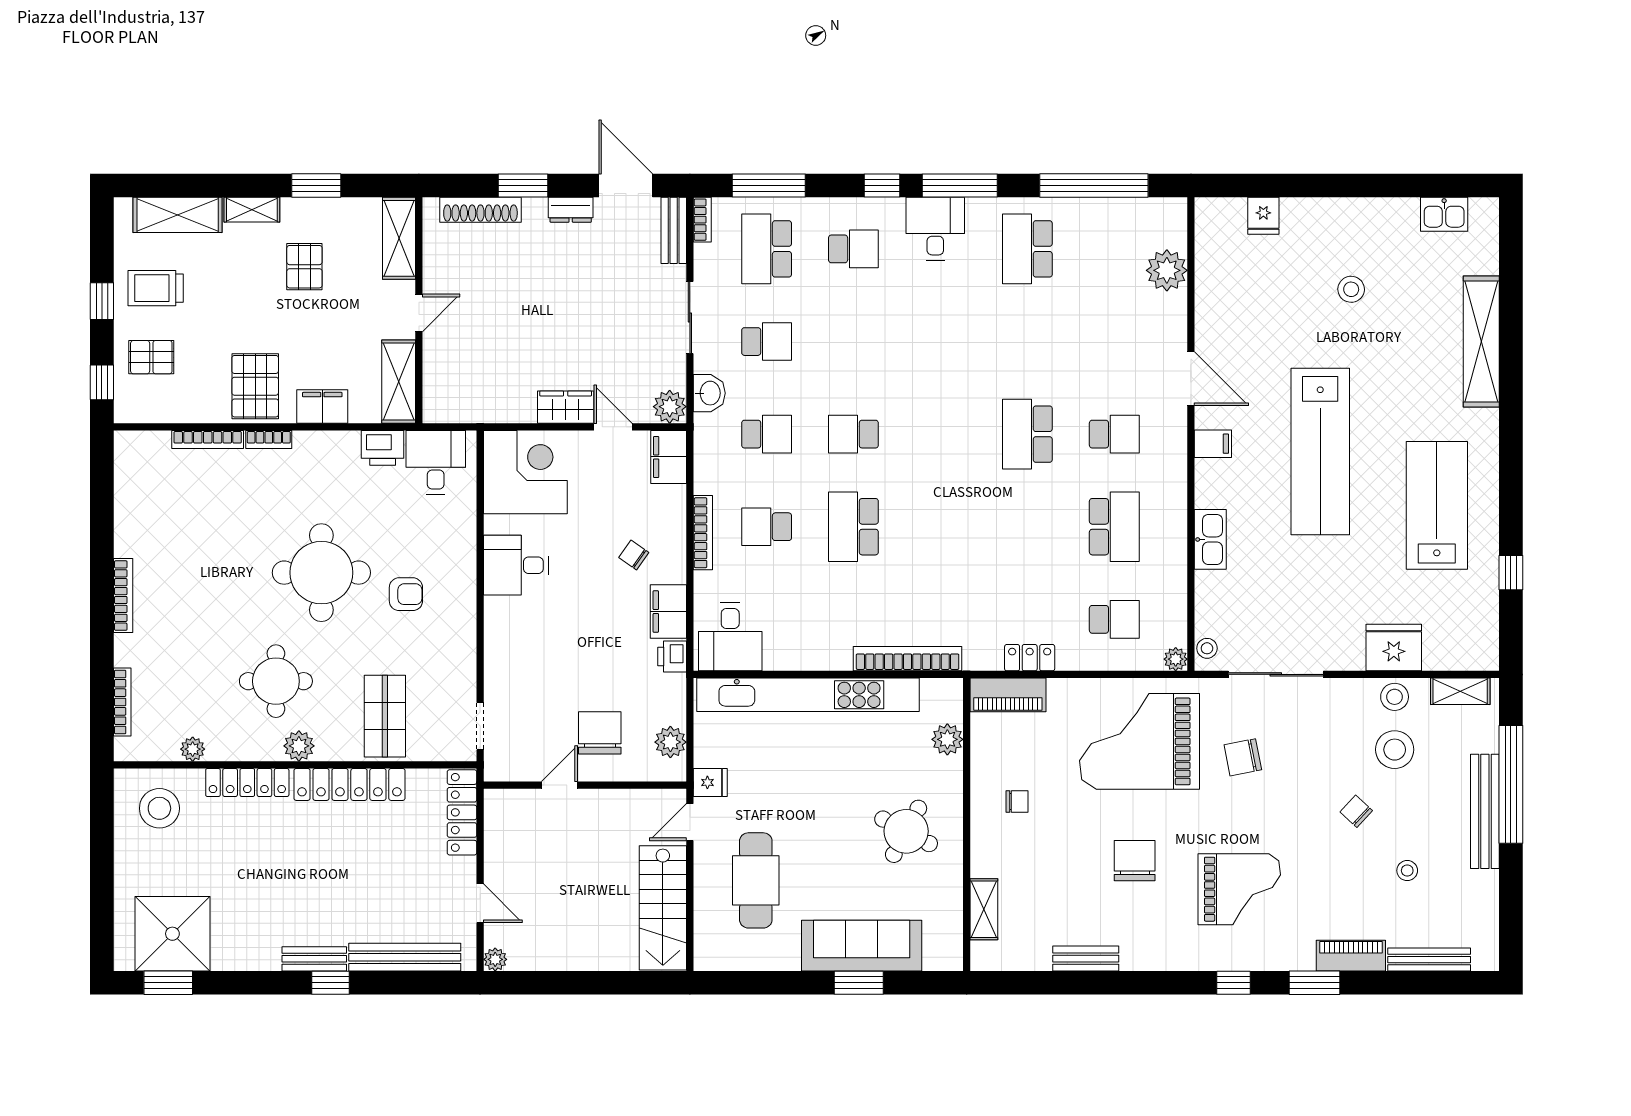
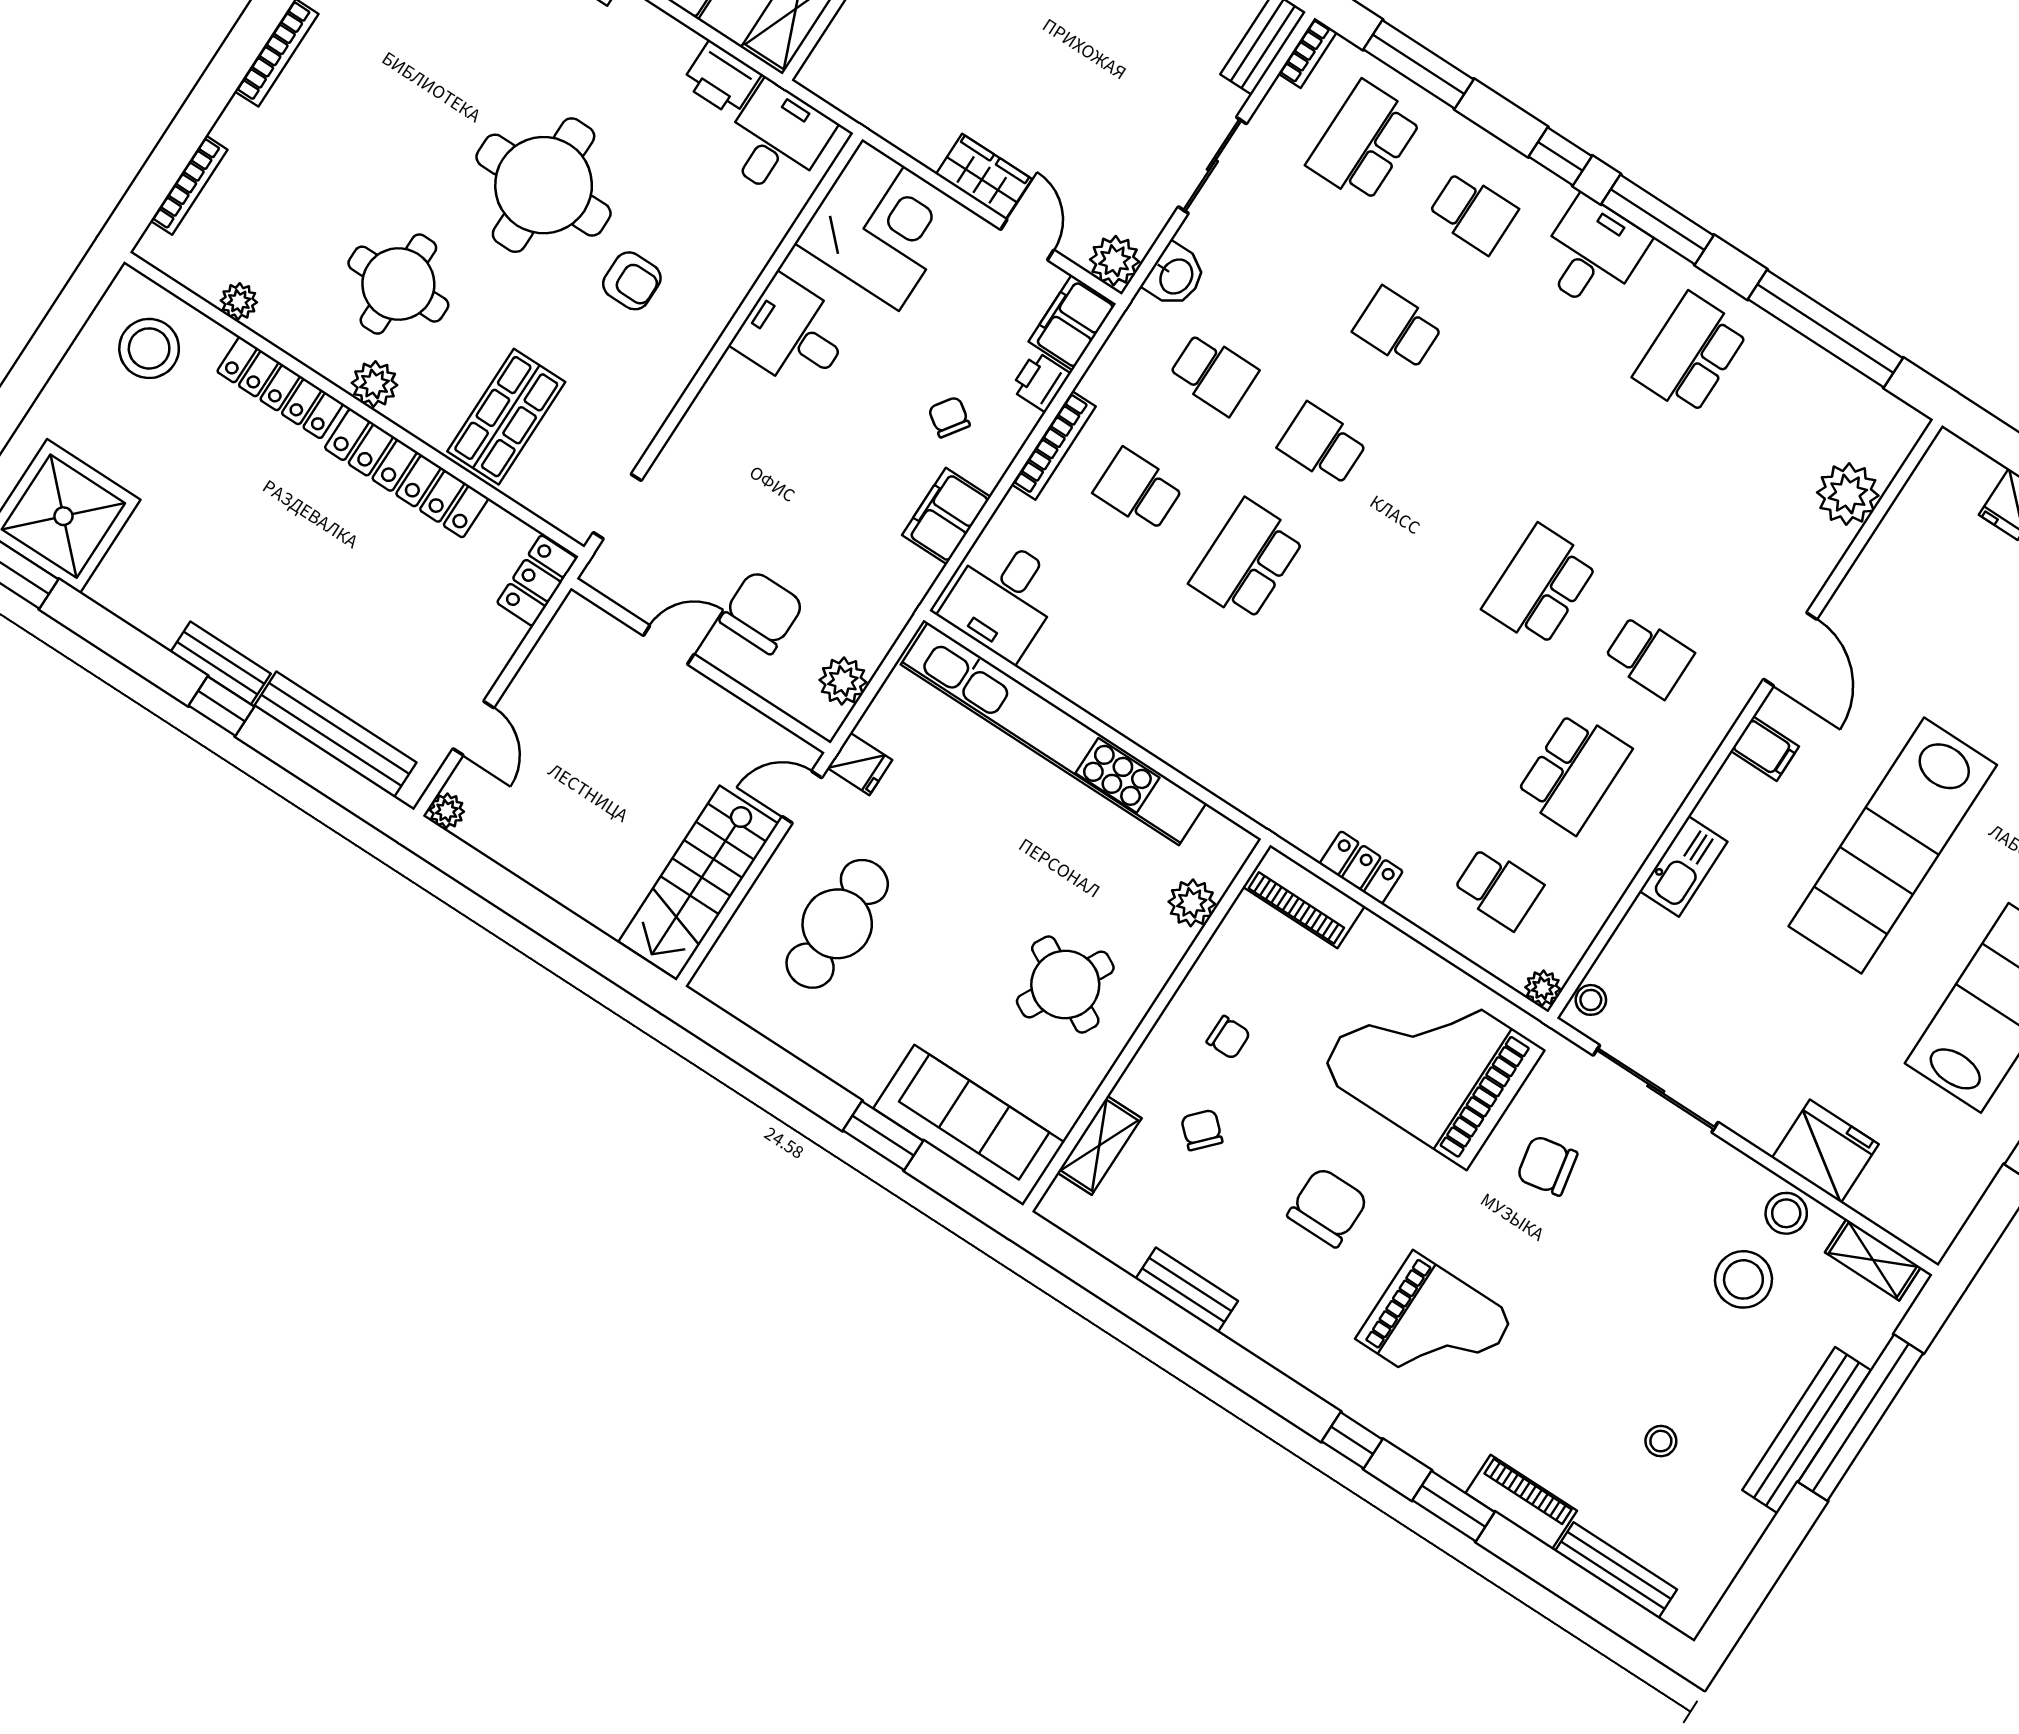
school desk: (767, 342) -> (1398, 328), moved, turned 180
printer: (672, 657) -> (1040, 381), moved
bookcase: (908, 659) -> (1207, 770), removed
chair: (1356, 811) -> (1202, 1130), moved
locker: (462, 812) -> (537, 581), width x0.66
sofa: (862, 946) -> (969, 1125), moved

